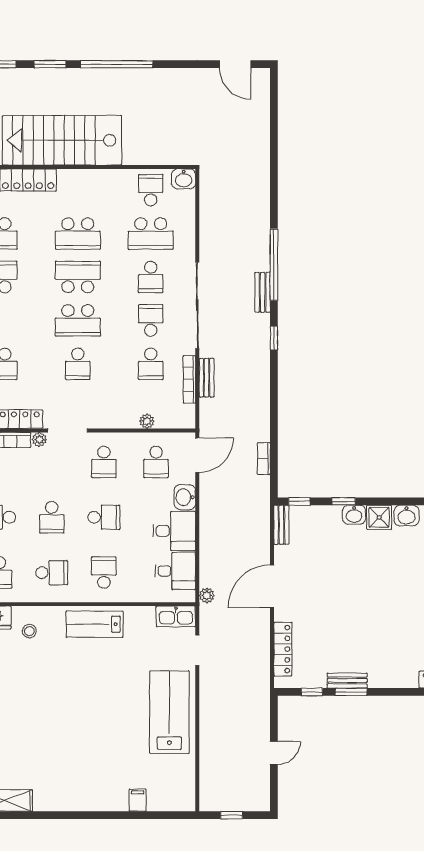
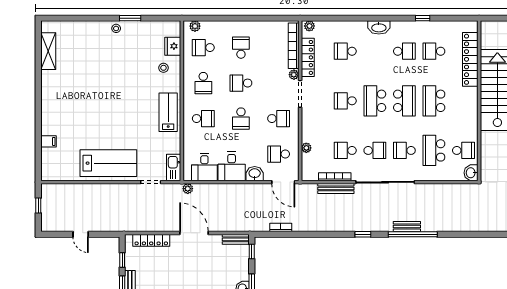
bench: (263, 292) -> (407, 227), moved
bench: (207, 378) -> (336, 188), width x1.36
school desk: (104, 462) -> (279, 119), turned 180

